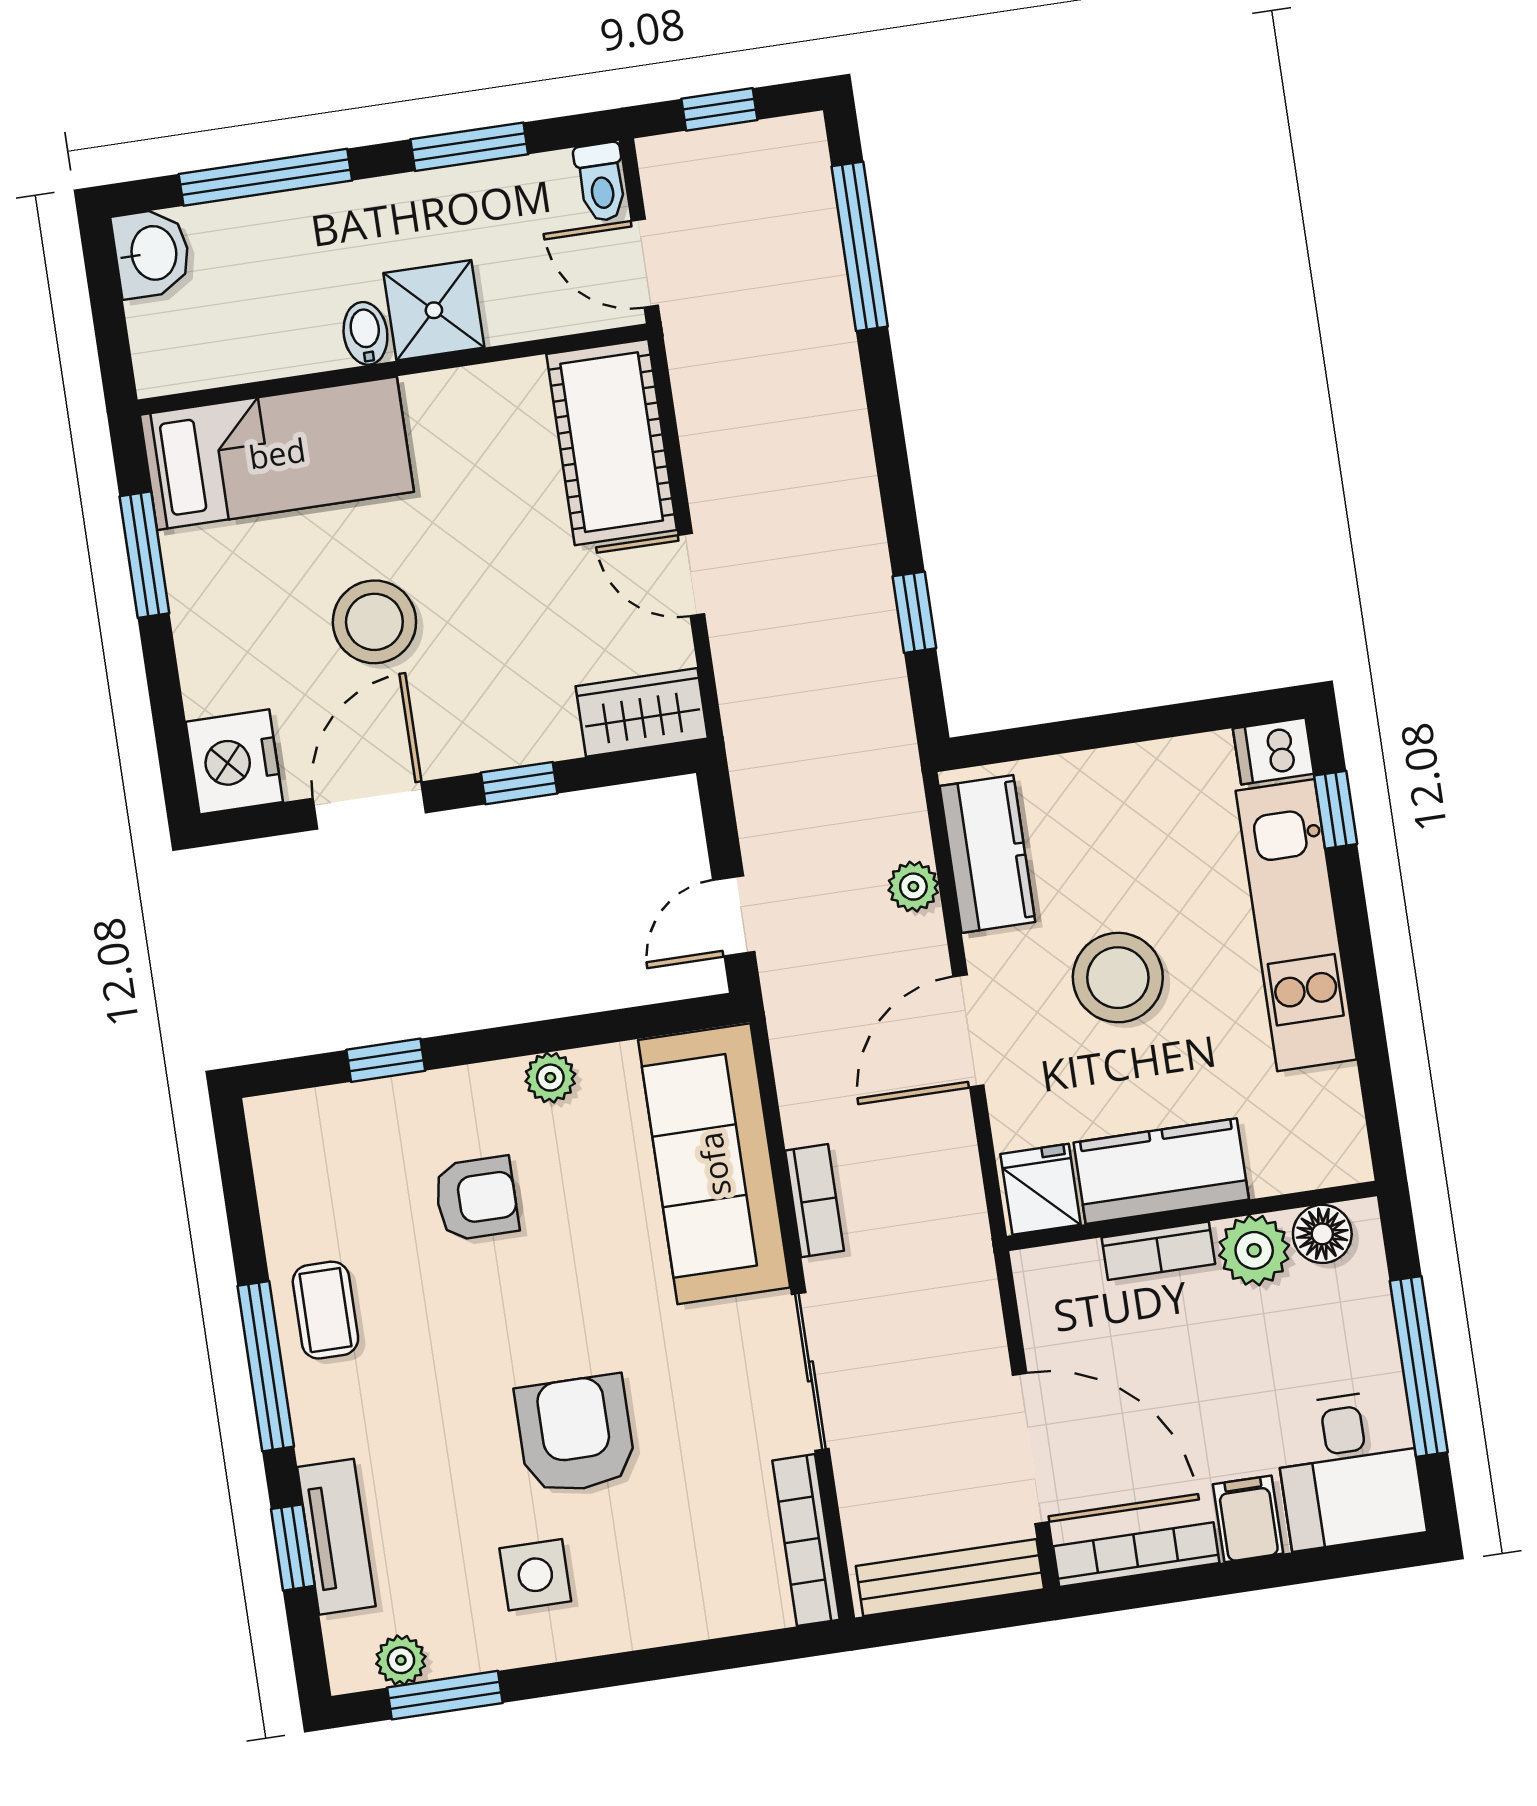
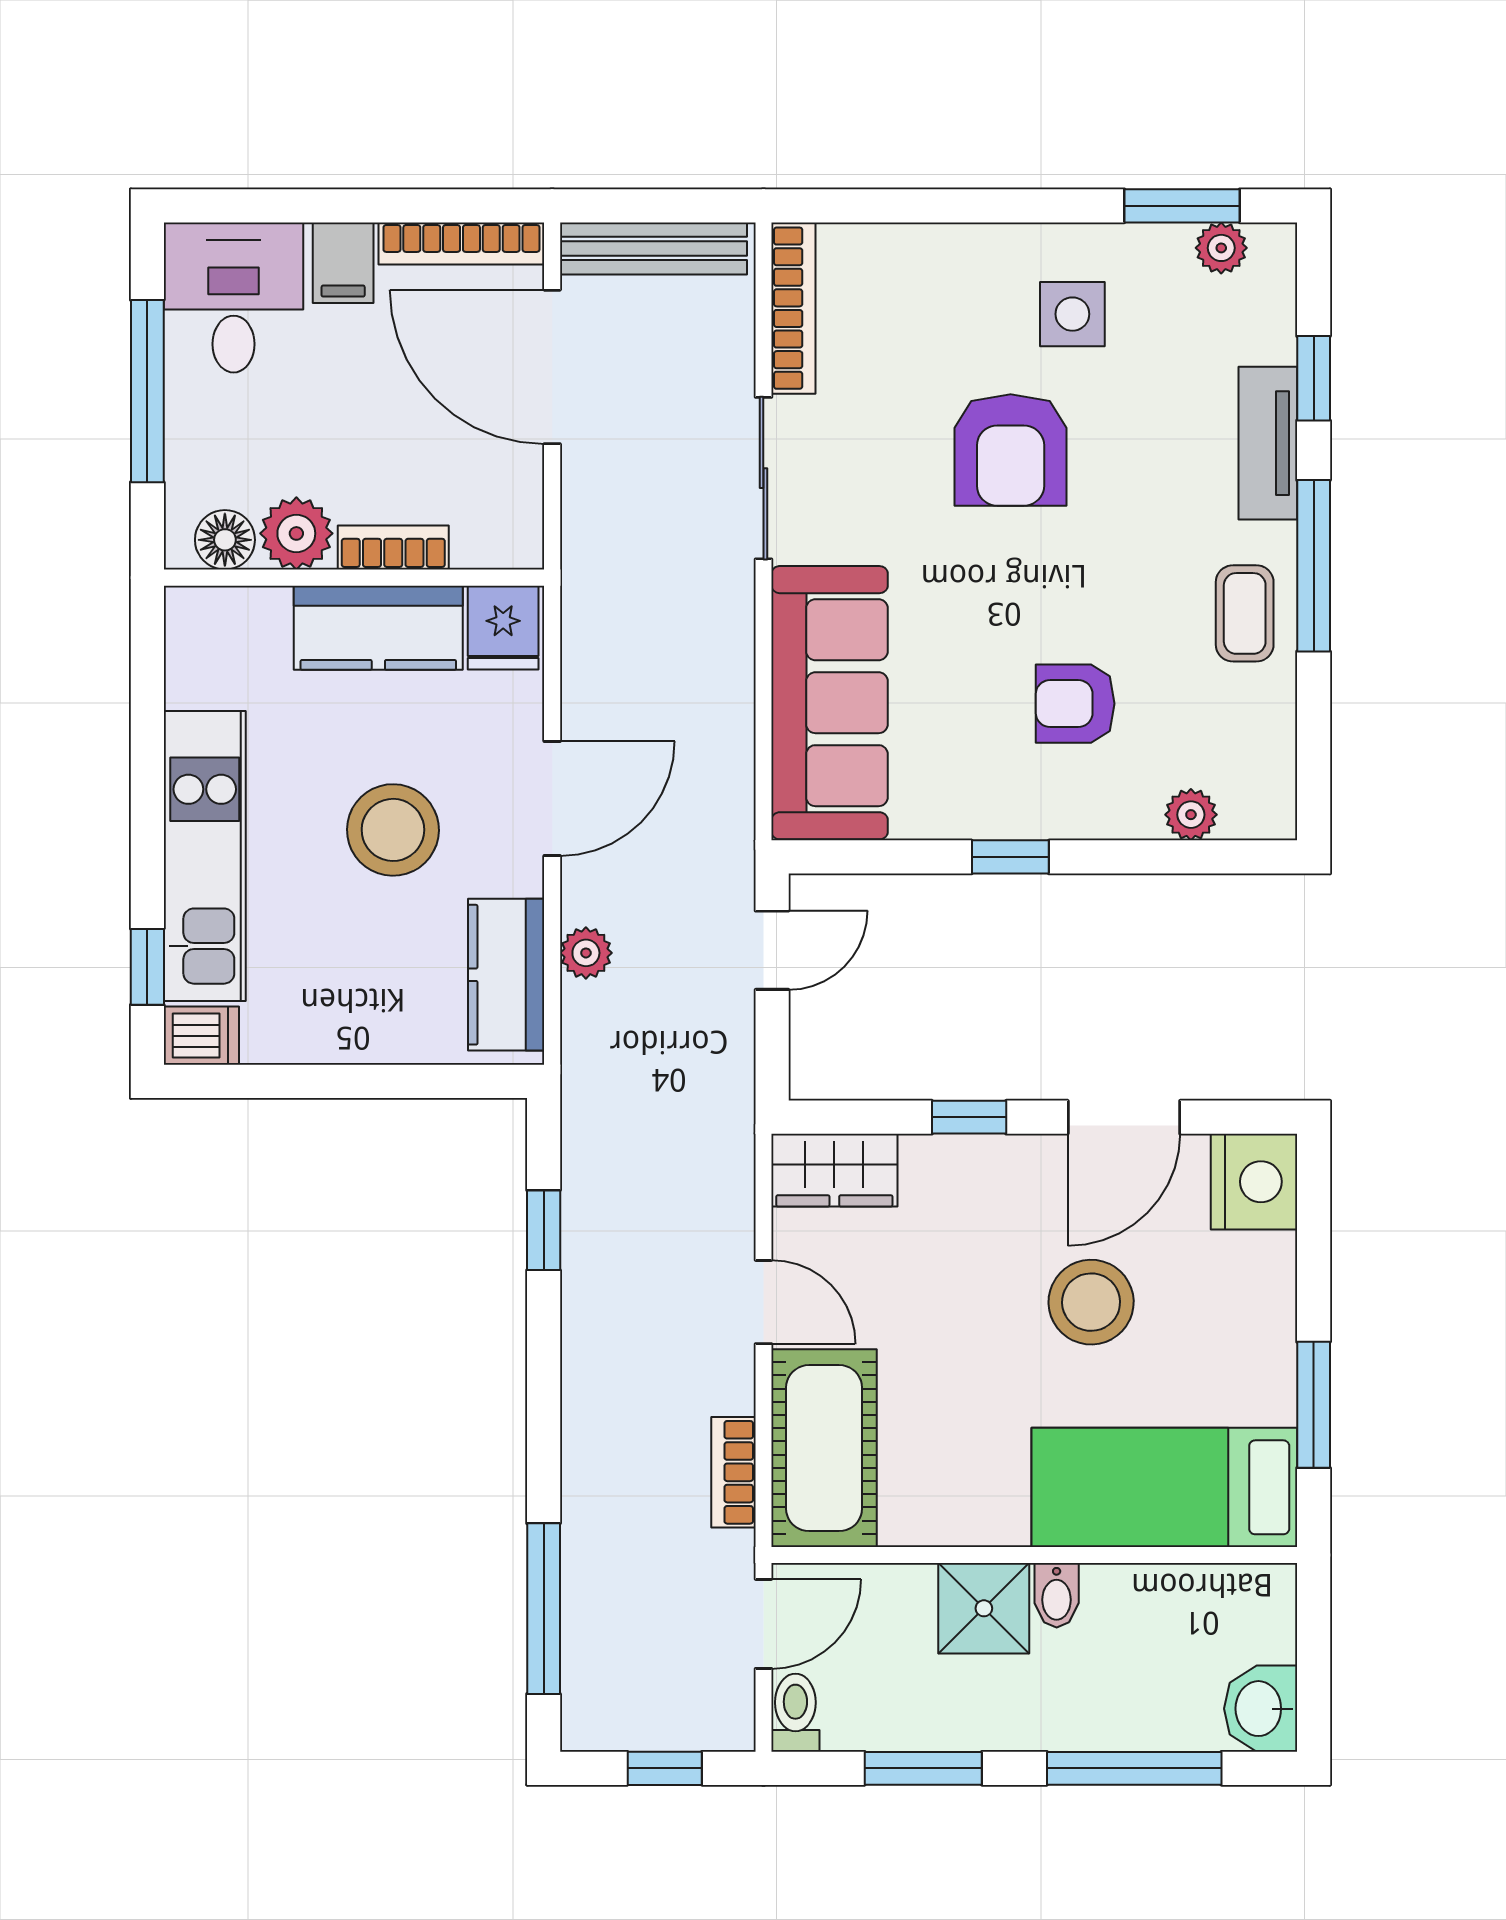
door: (645, 263) -> (763, 1624), hinge flipped
window: (386, 1060) -> (1010, 857), moved
plant: (550, 1078) -> (1191, 815), moved
bookcase: (815, 1201) -> (733, 1472), moved
tv unit: (336, 1537) -> (1268, 443), moved

